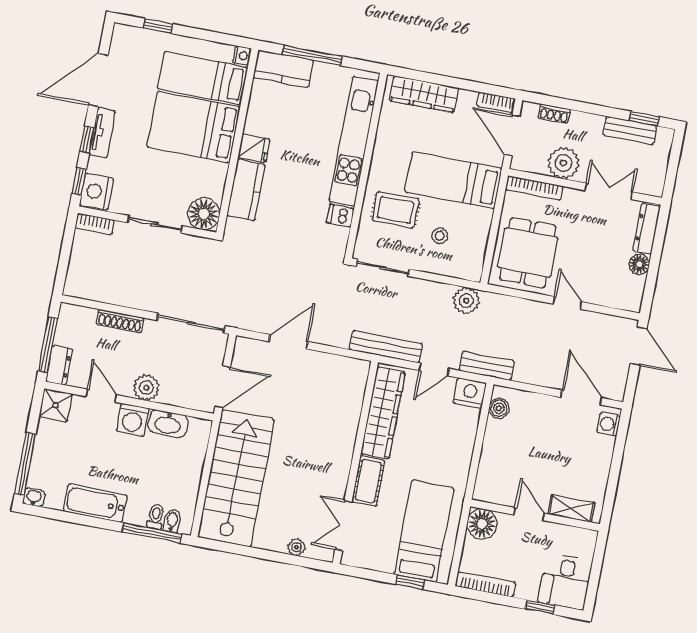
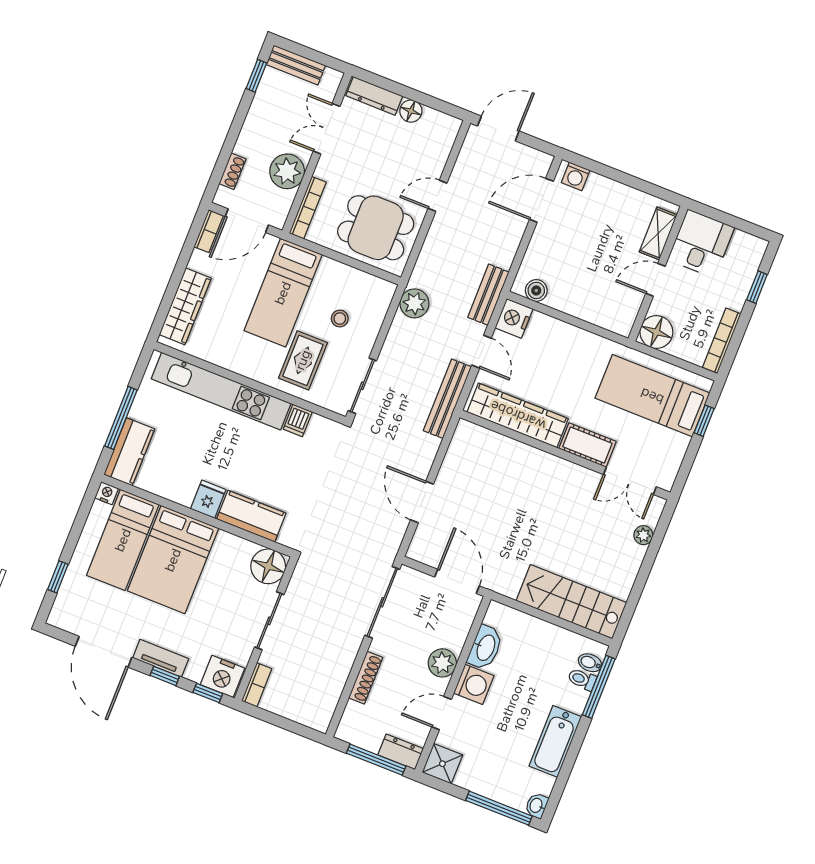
bench: (630, 130) -> (296, 65), moved, turned 90
stairs: (236, 478) -> (571, 602), width x0.73, depth x0.66
desk: (565, 582) -> (701, 244), moved, turned -90

